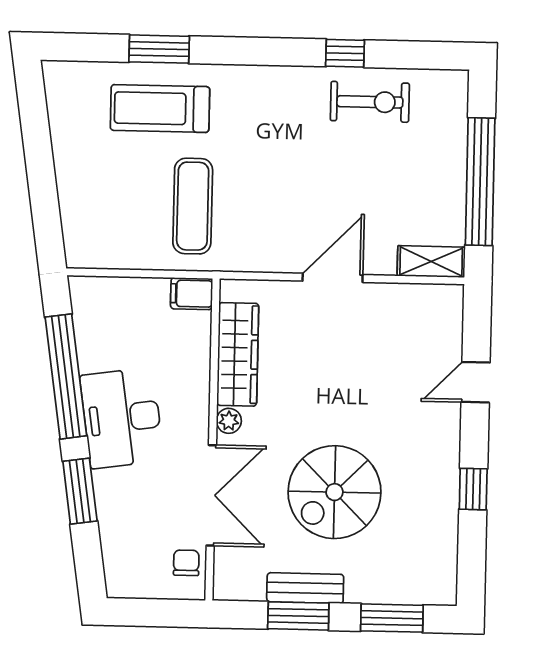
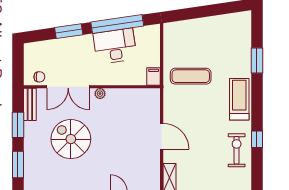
exercise bike: (370, 102) -> (237, 150), turned 180
treadmill: (160, 108) -> (239, 99), moved
wardrobe: (238, 354) -> (128, 97), removed
desk: (122, 418) -> (115, 46), moved
bench: (305, 588) -> (30, 104), moved

